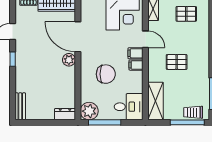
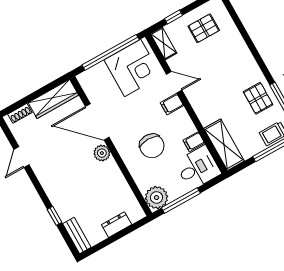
window: (13, 59) -> (55, 216), moved
pallet: (177, 62) -> (258, 98), moved, turned 90
filing cabinet: (136, 65) -> (194, 142), moved
chair: (106, 74) -> (152, 146), turned 90
dresser: (65, 114) -> (117, 225), moved

